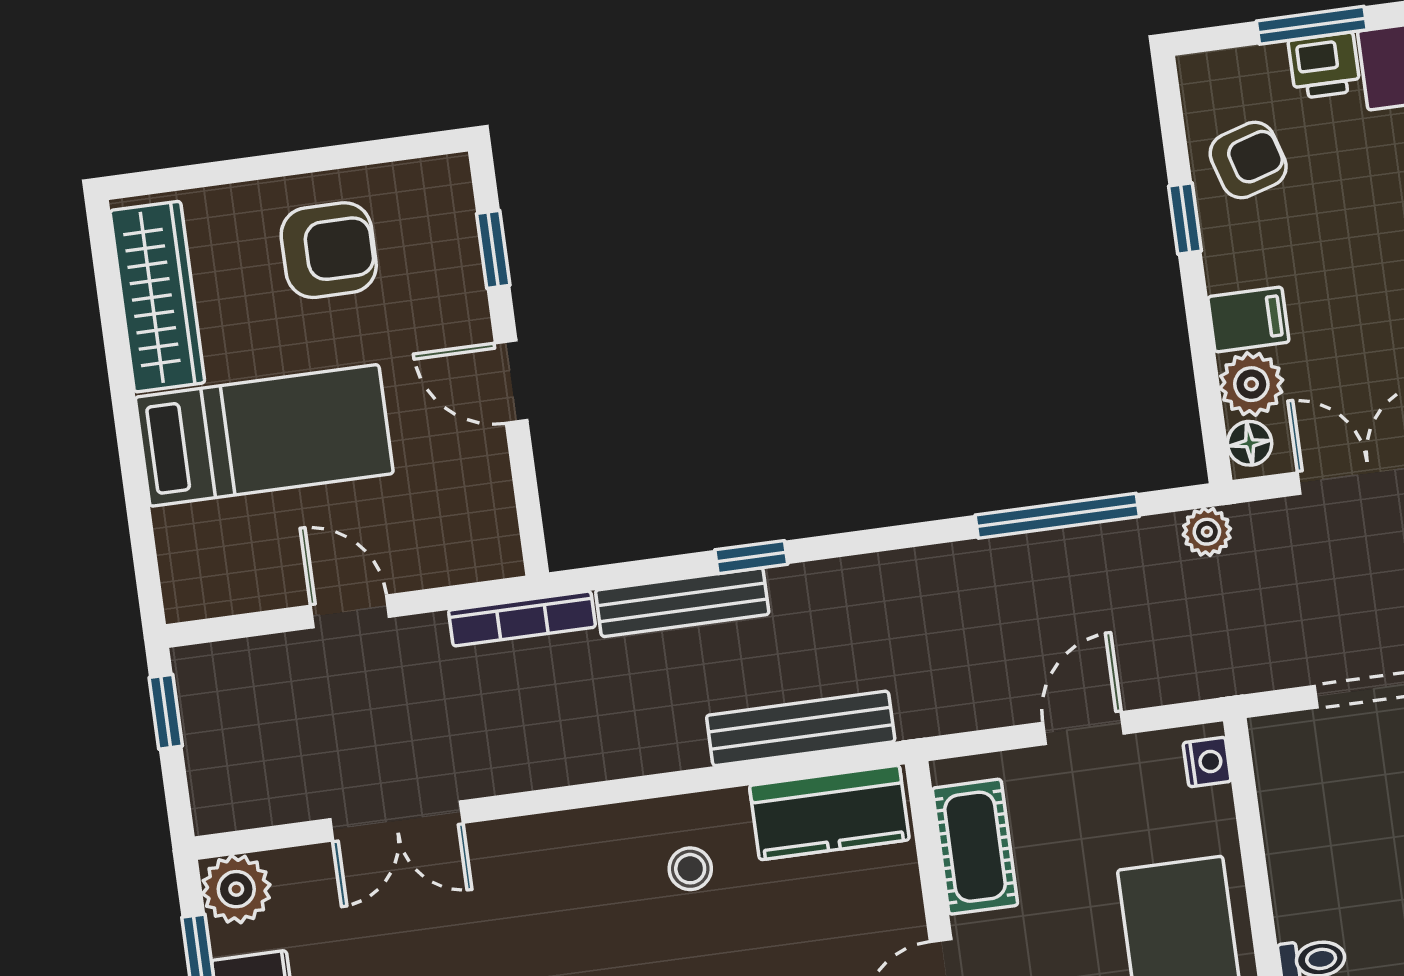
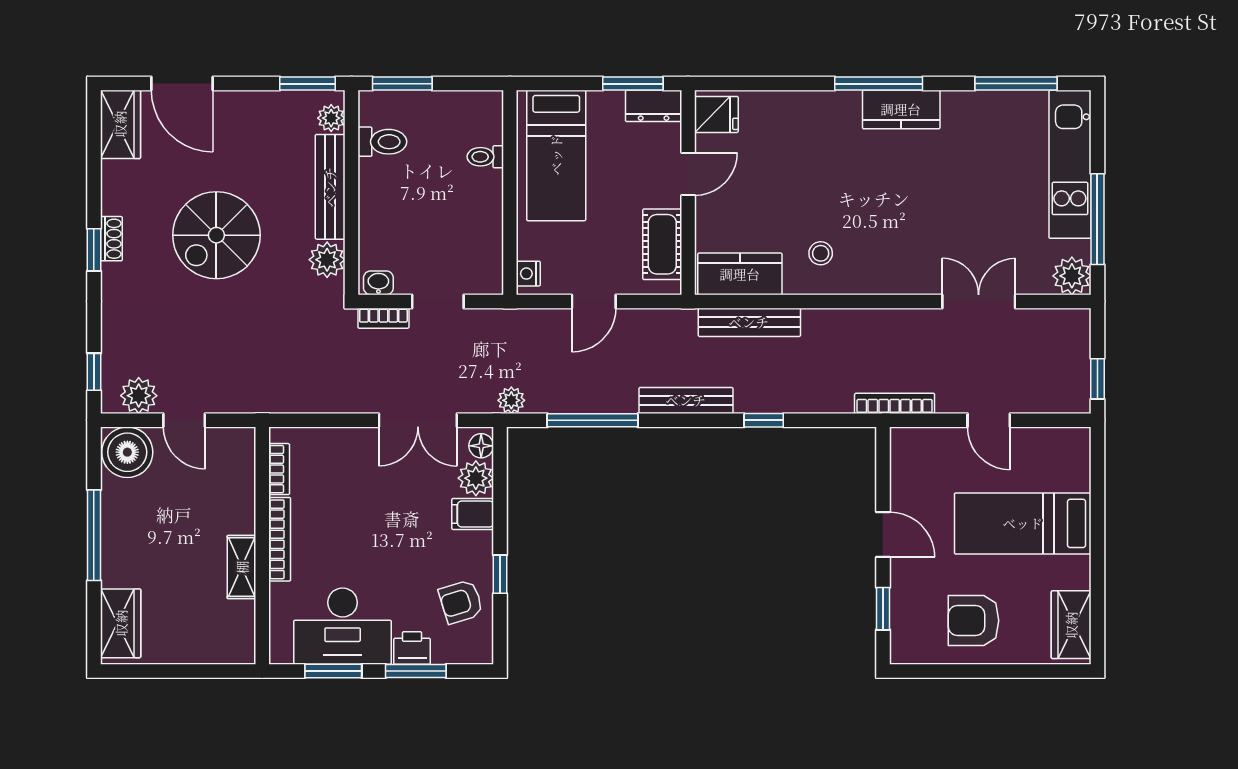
wardrobe: (157, 297) -> (1071, 625), width x0.67
bench: (682, 602) -> (686, 400), moved

